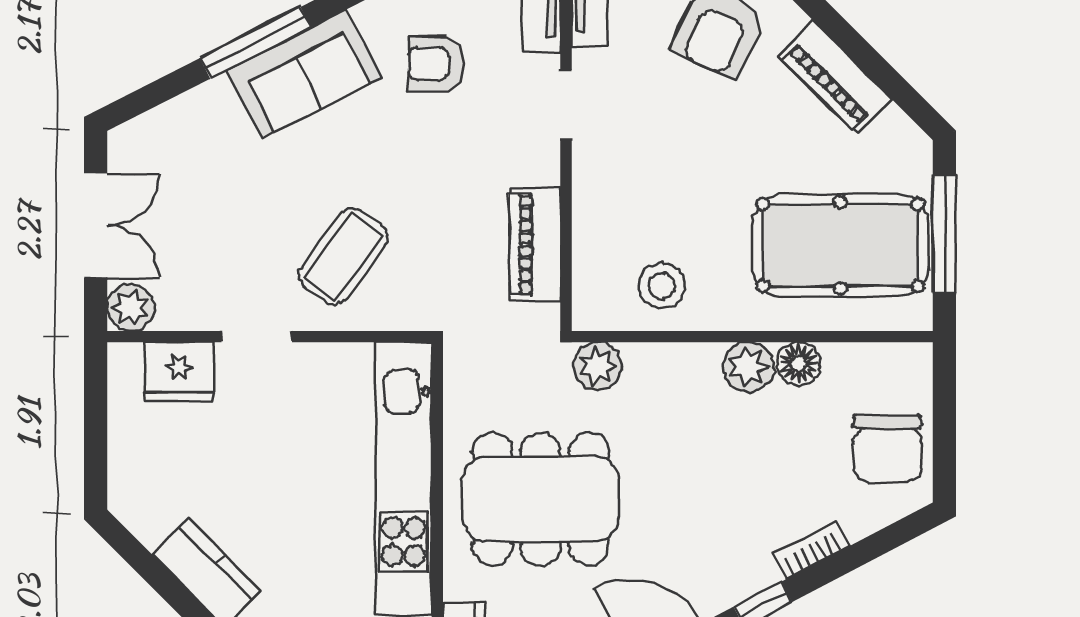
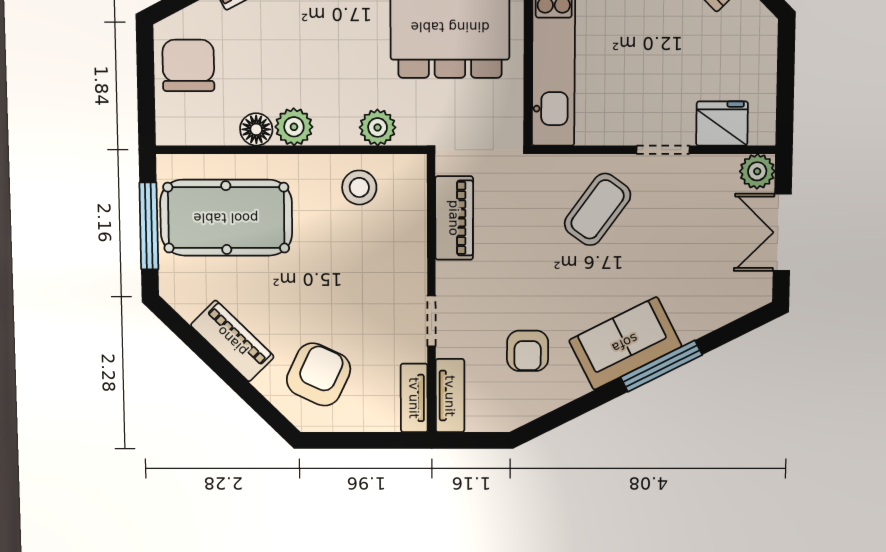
armchair: (436, 64) -> (528, 351), turned 90
plant: (598, 366) -> (378, 127), moved

